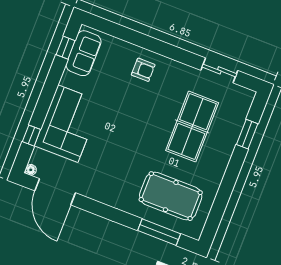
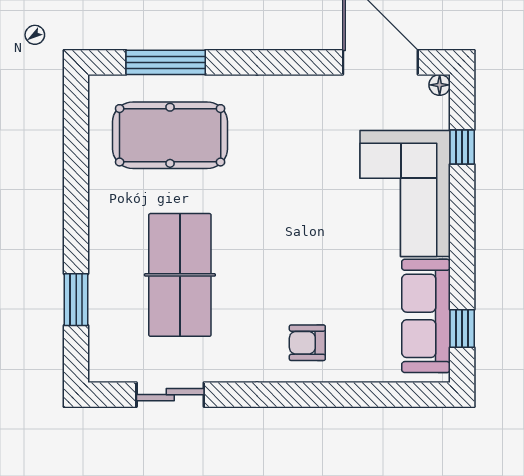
sofa: (84, 53) -> (426, 316), width x1.36

